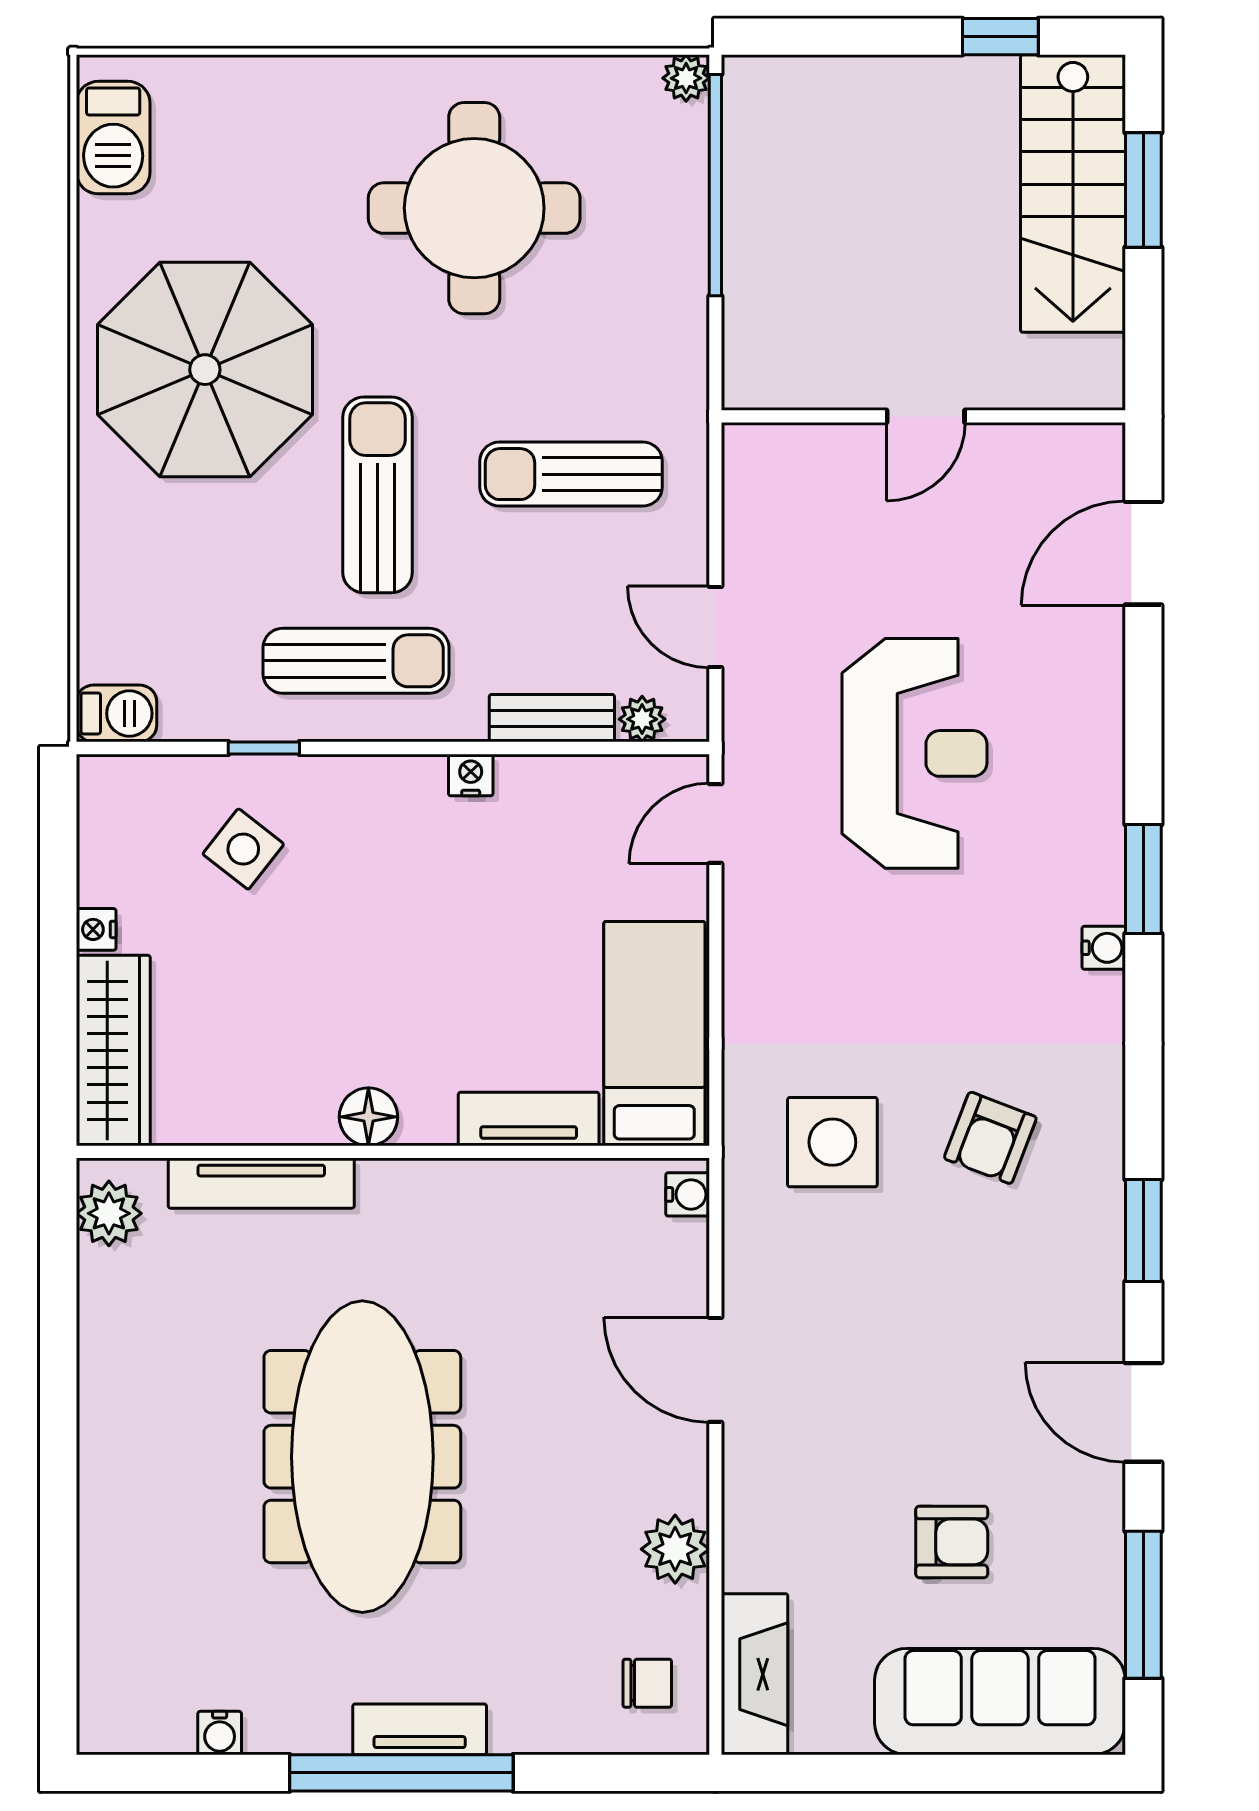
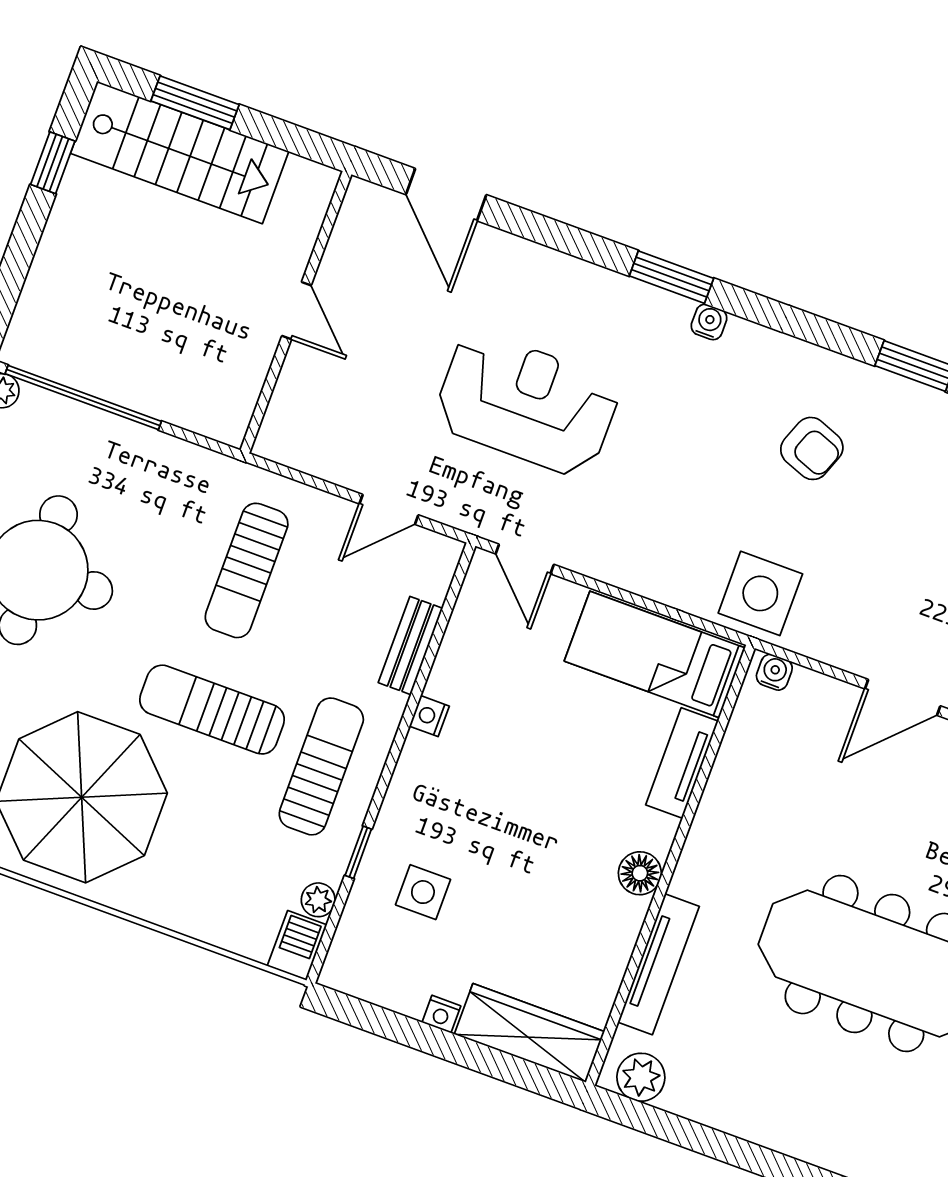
plant: (642, 719) -> (318, 900), moved
side table: (243, 849) -> (423, 892), turned -38
side table: (832, 1142) -> (760, 593), moved

